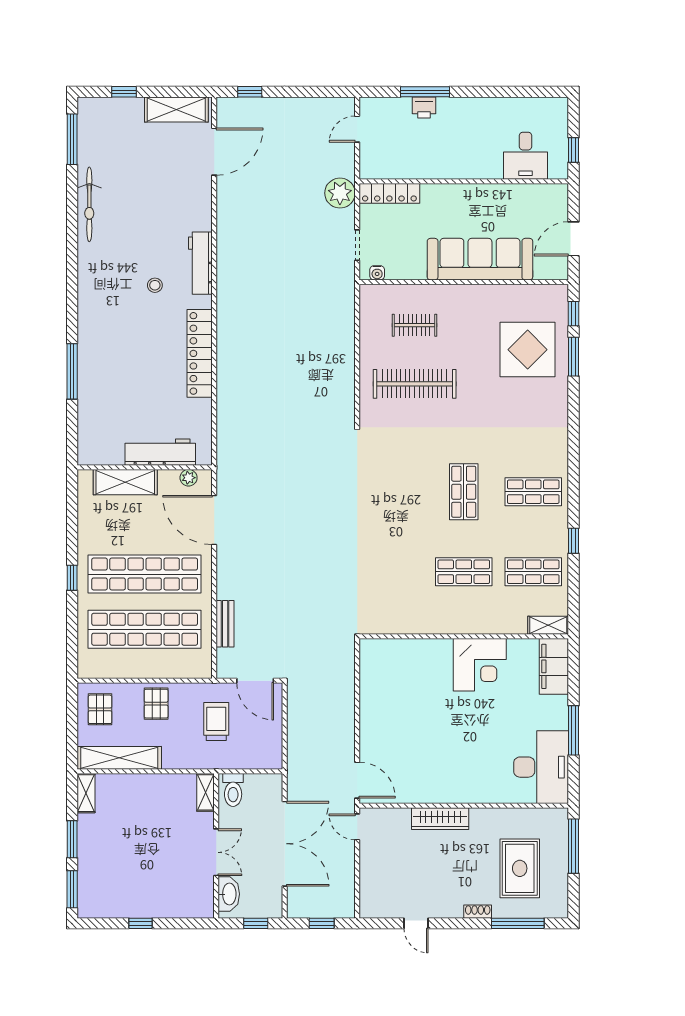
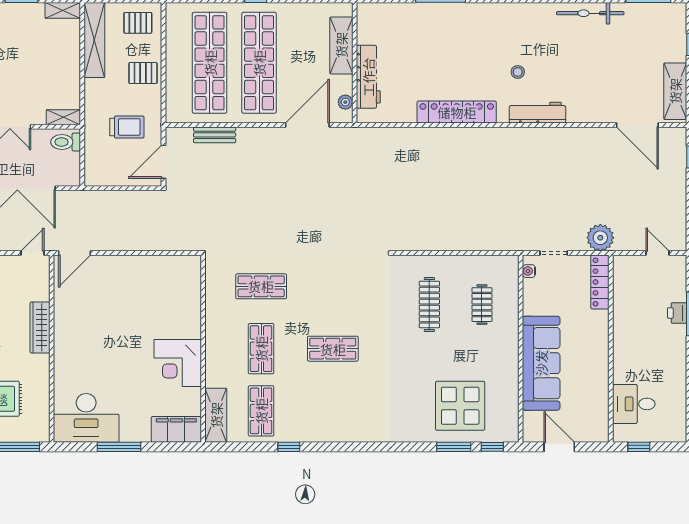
clothes rail: (415, 384) -> (429, 305), width x0.73, depth x0.76
shop shelf: (533, 492) -> (261, 286), moved, turned 90
shelving: (548, 625) -> (216, 415), width x1.50, depth x1.33

